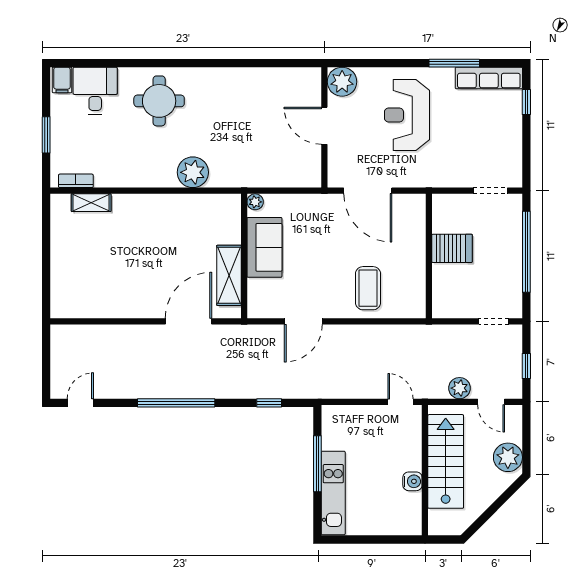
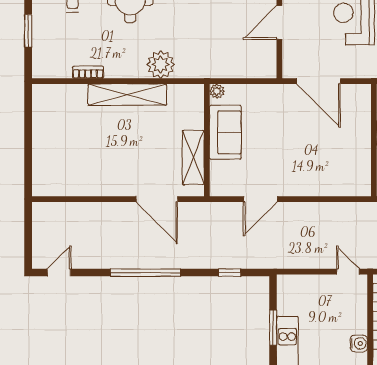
door: (324, 126) -> (279, 22), hinge flipped
bookcase: (76, 181) -> (88, 72), moved
shelving: (91, 203) -> (127, 95), moved, width x2.20, depth x1.33
coffee table: (368, 288) -> (319, 169), removed
door: (188, 321) -> (157, 199), swing flipped
window: (317, 464) -> (273, 328), width x0.69

